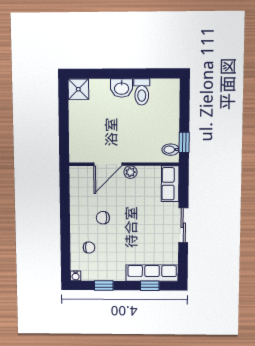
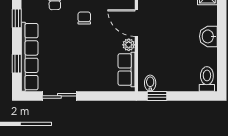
toilet: (142, 92) -> (207, 79), moved, turned 90
row of seats: (170, 184) -> (126, 69), moved, turned -90
sliding door: (183, 225) -> (59, 96), moved
row of seats: (152, 273) -> (30, 57), width x1.36

